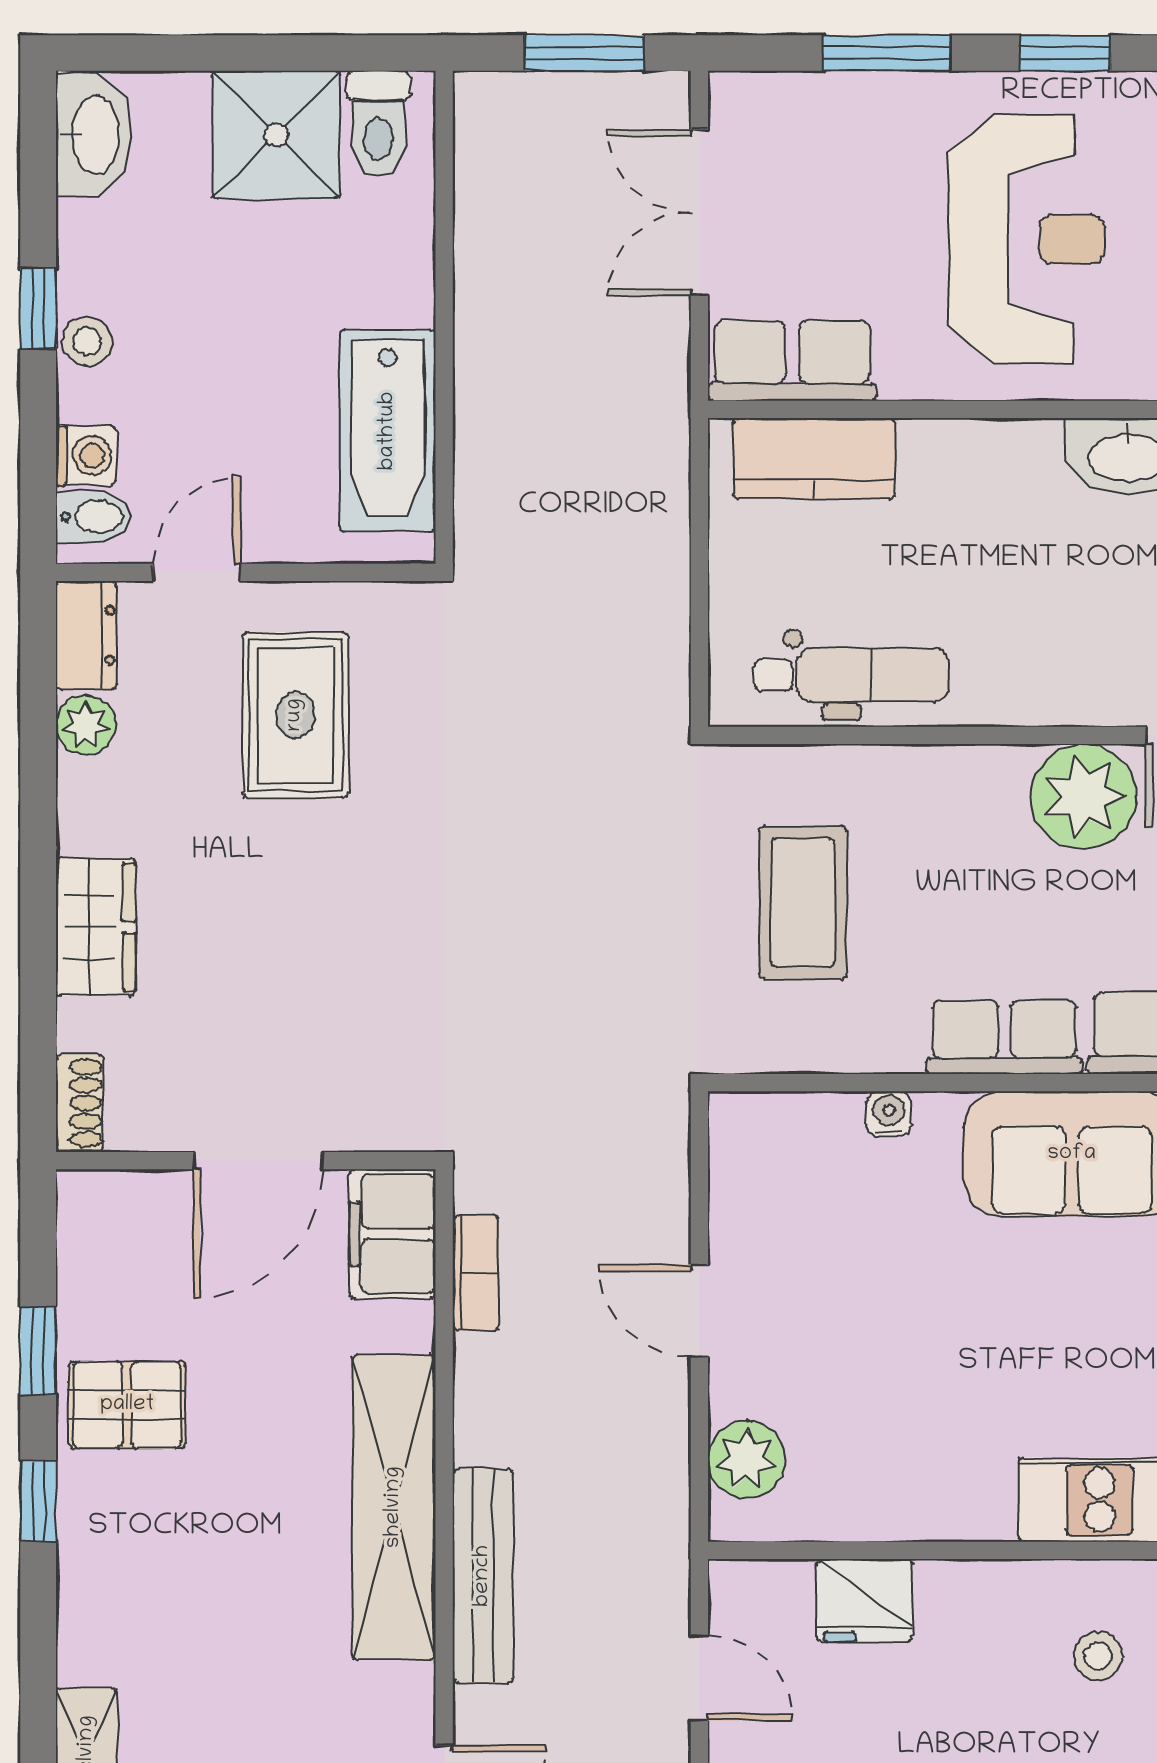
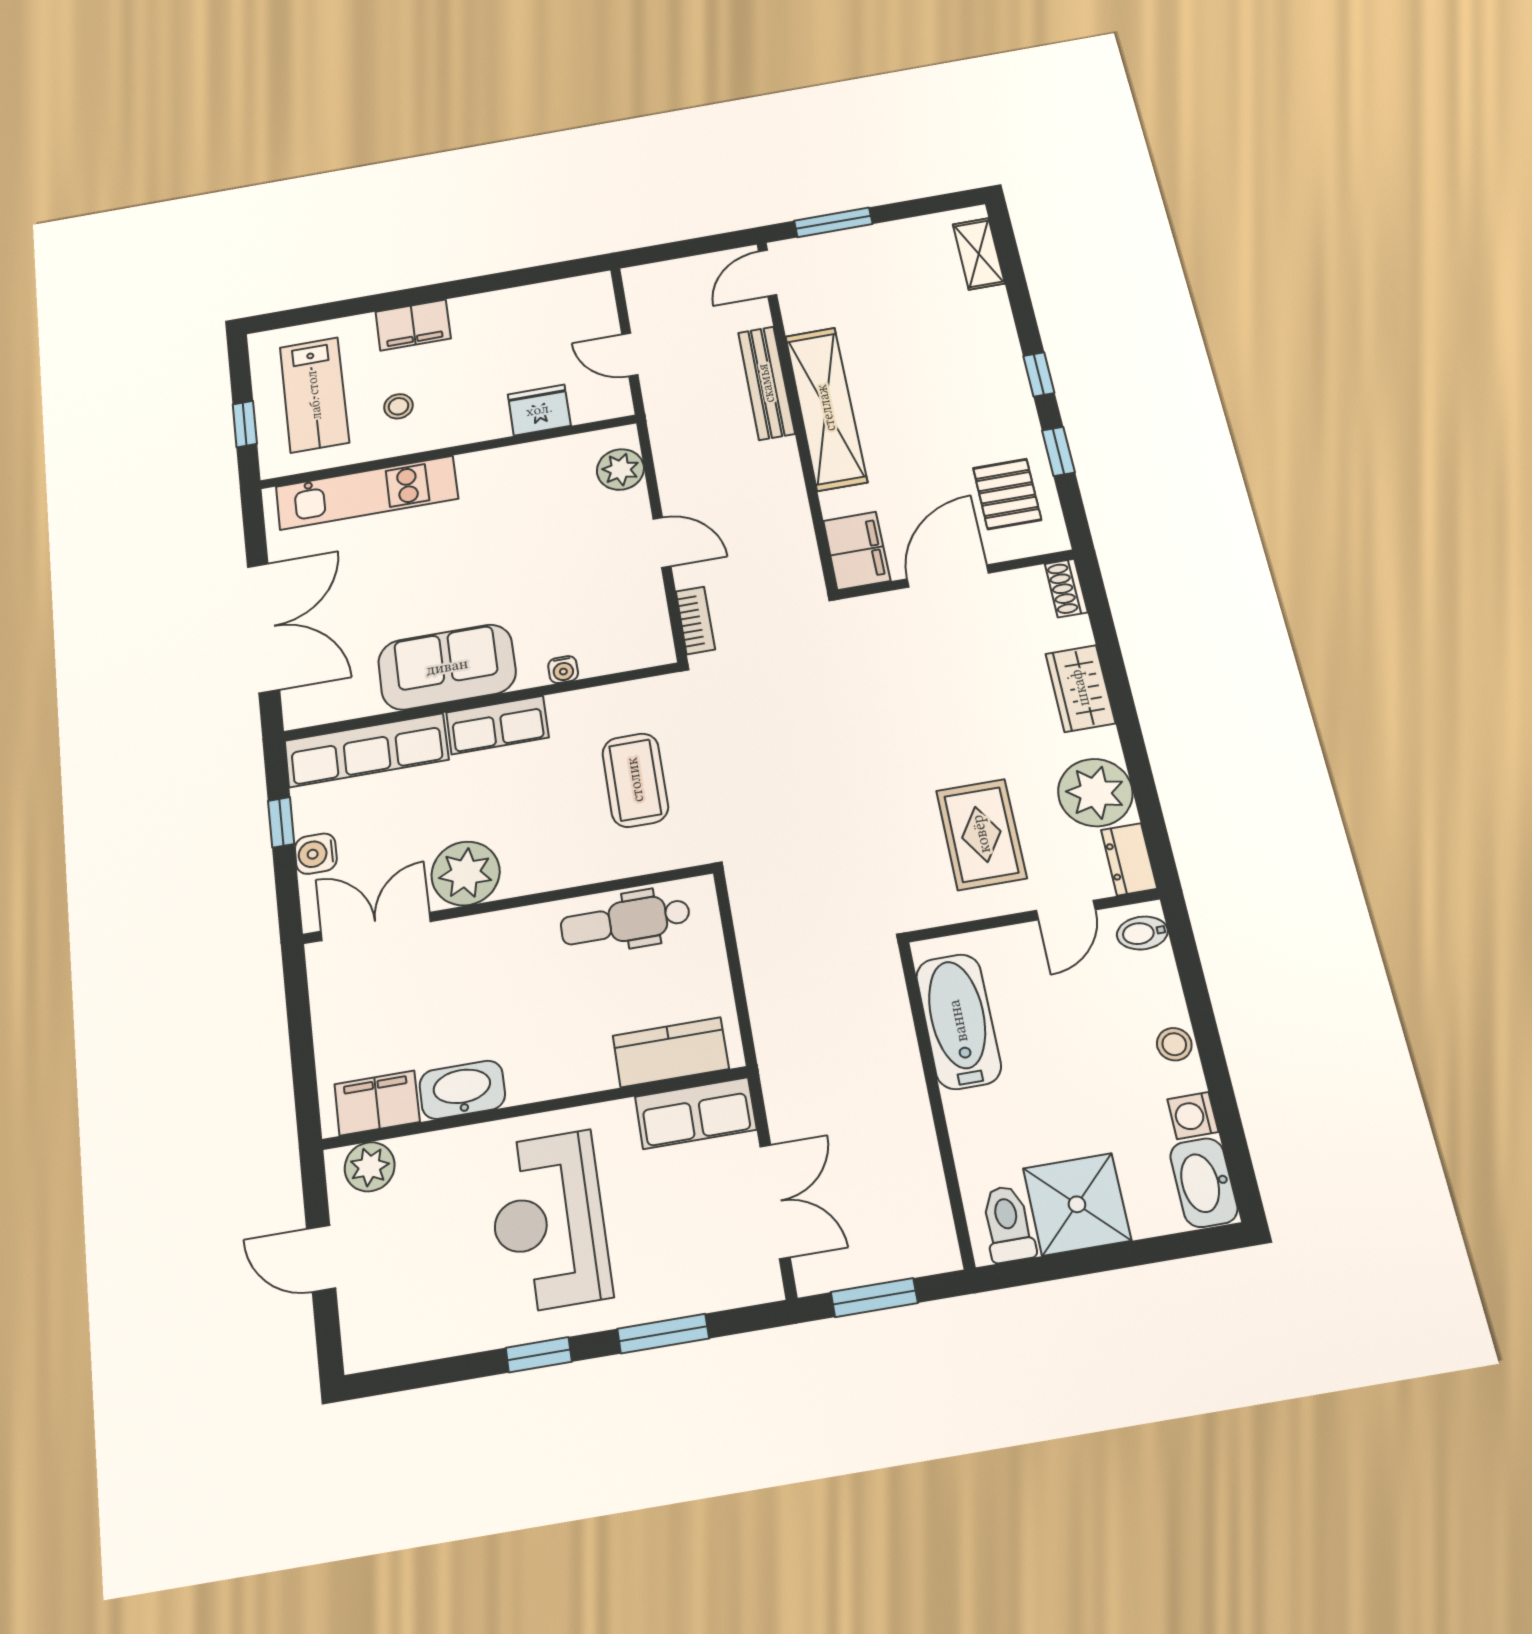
window: (38, 308) -> (1213, 1060), removed
washing machine: (86, 455) -> (1193, 1116), moved
plant: (86, 725) -> (1095, 793), width x1.87, depth x1.87
bookcase: (476, 1273) -> (695, 620), moved, turned 180
pallet: (127, 1405) -> (1007, 494), moved, turned 90

